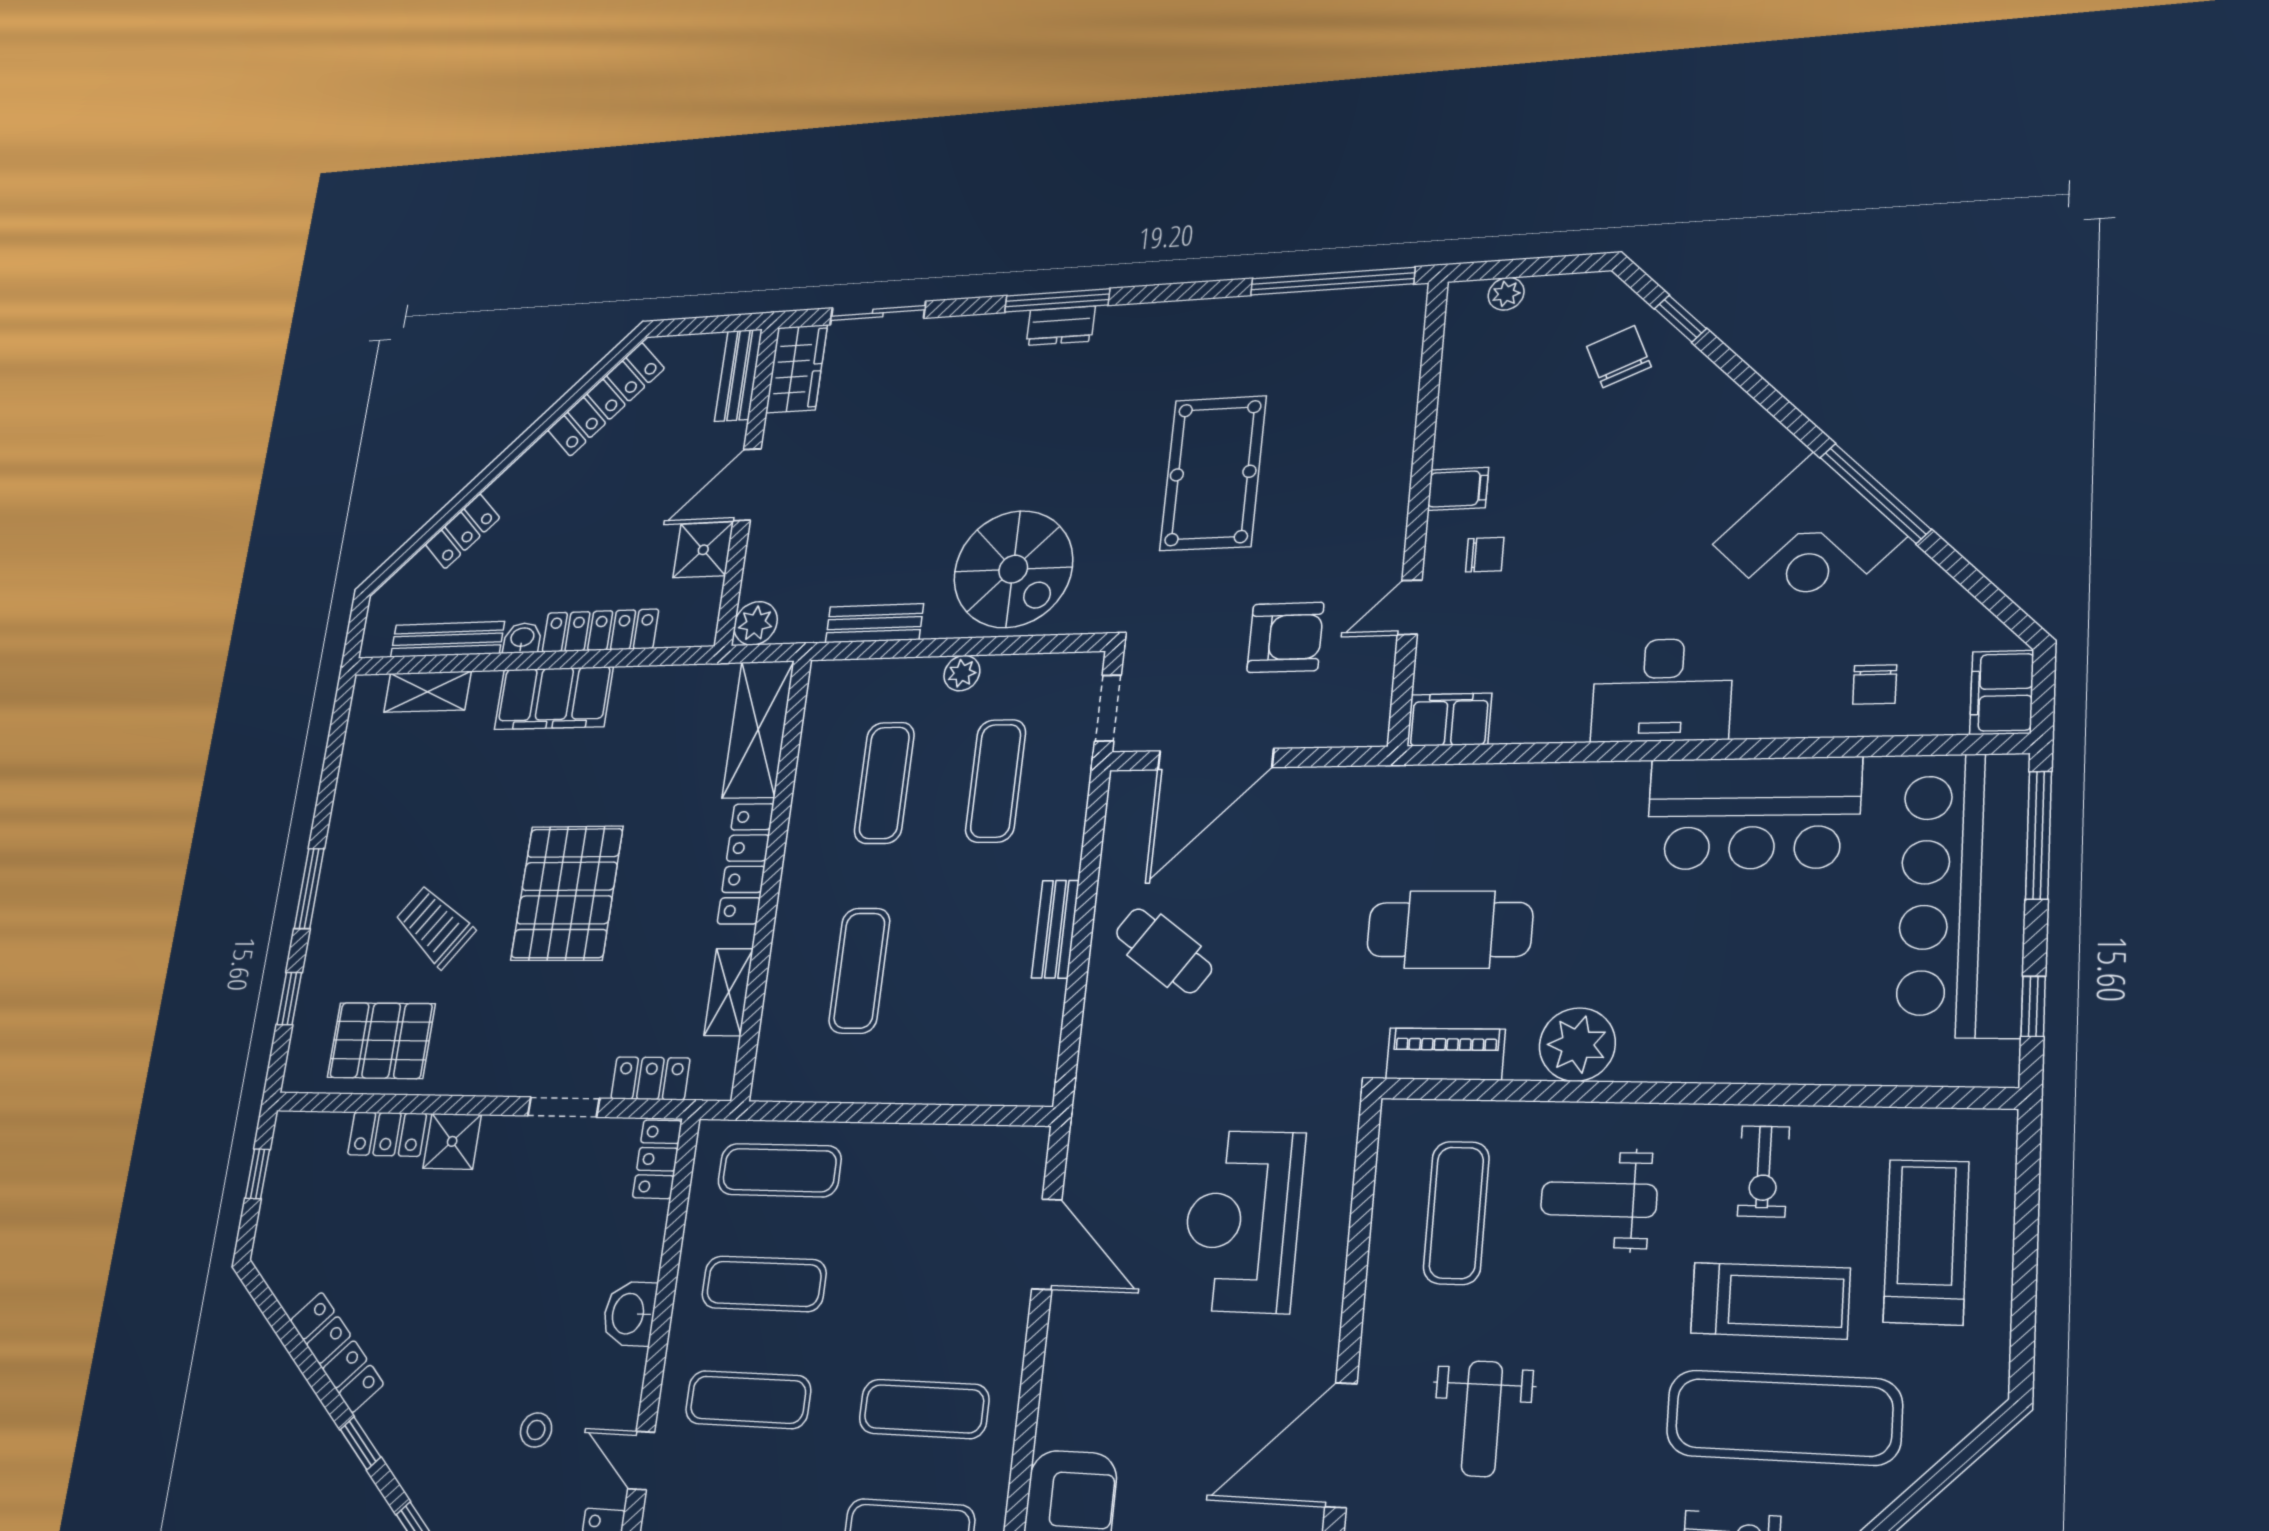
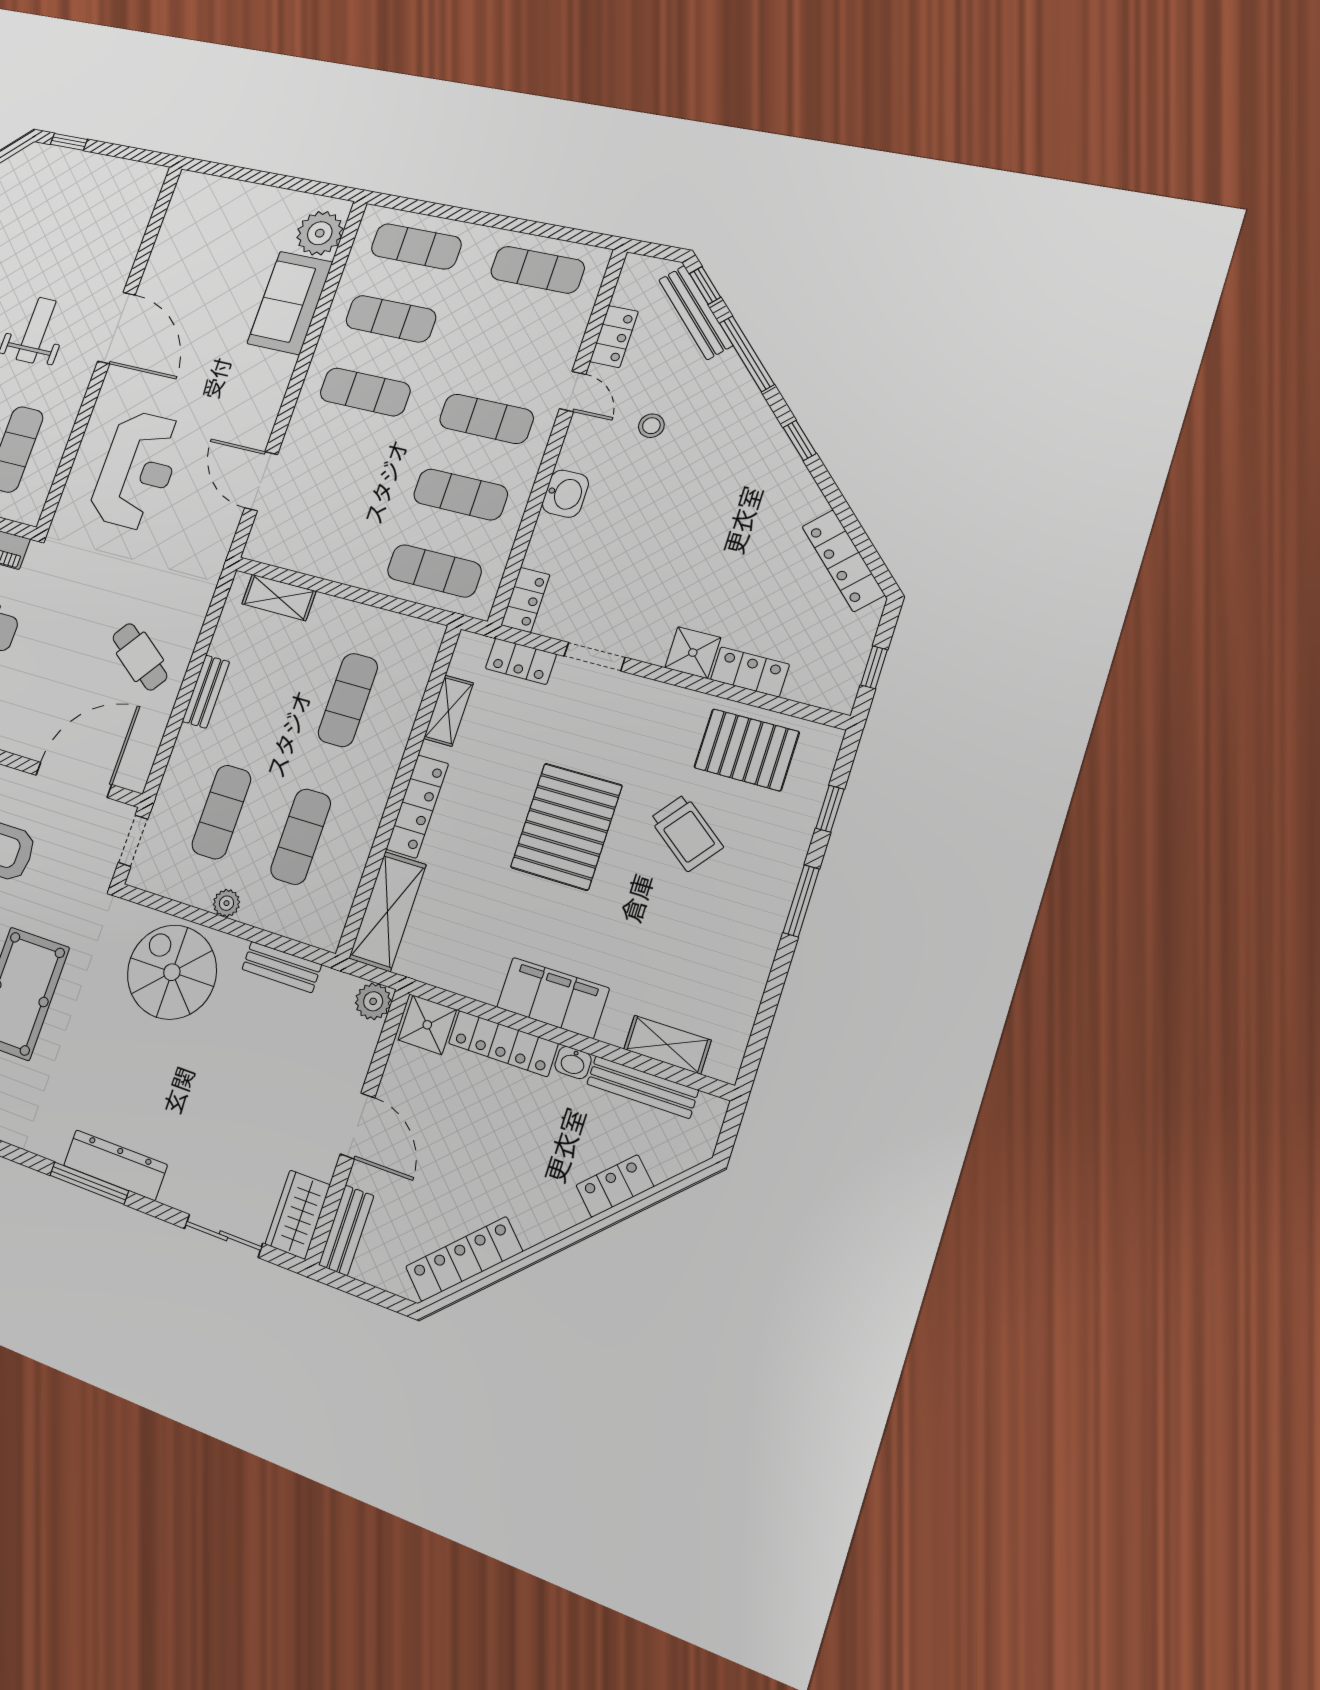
dresser: (1061, 326) -> (115, 1165), width x1.96, depth x1.24
door: (747, 485) -> (358, 1126), hinge flipped
shower: (703, 550) -> (427, 1025), moved
shelving: (983, 1083) -> (279, 597), added
locker: (337, 1352) -> (843, 561), moved
door: (1341, 1445) -> (116, 328), hinge flipped

